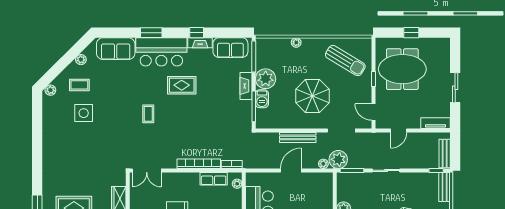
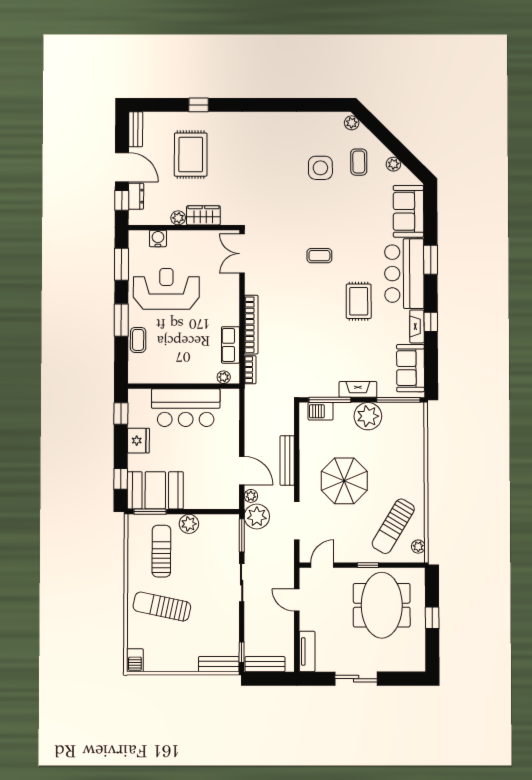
plant: (296, 42) -> (418, 547), moved
barbecue: (262, 99) -> (321, 411), moved
door: (291, 170) -> (242, 471), moved

